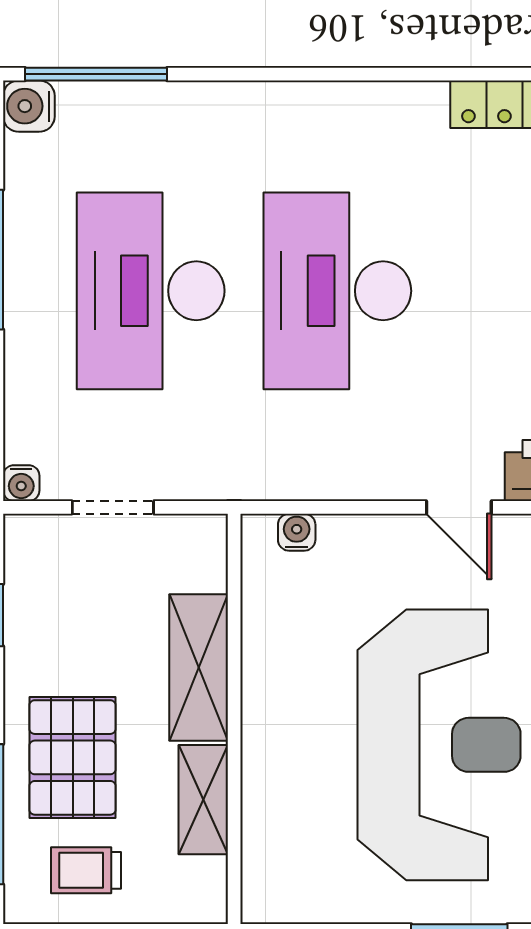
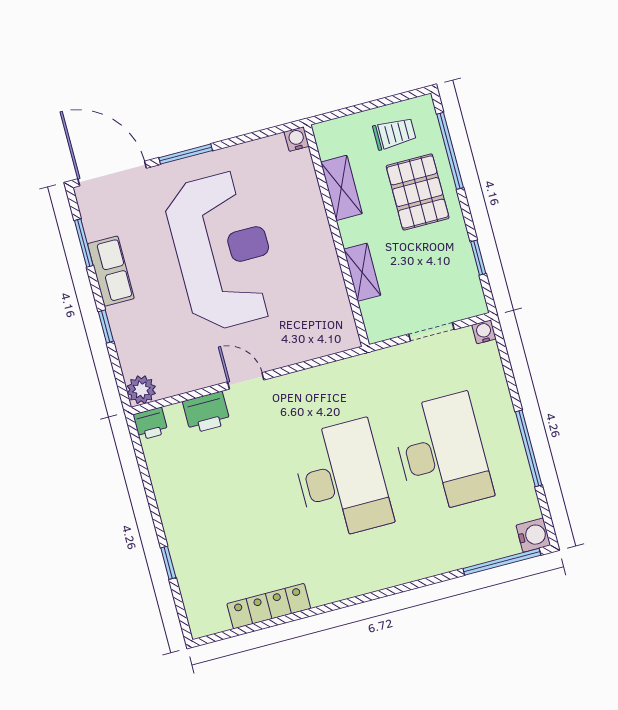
water cooler: (297, 532) -> (297, 139), moved, turned 180
shelving: (199, 667) -> (362, 272), width x0.67, depth x0.75
reception desk: (439, 745) -> (223, 251), turned 180

